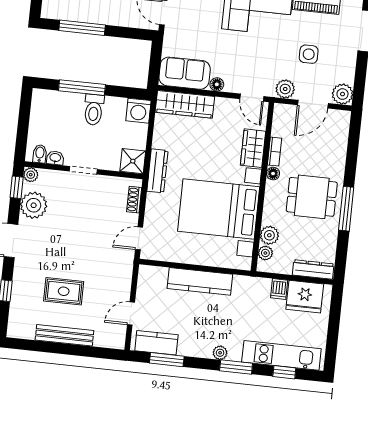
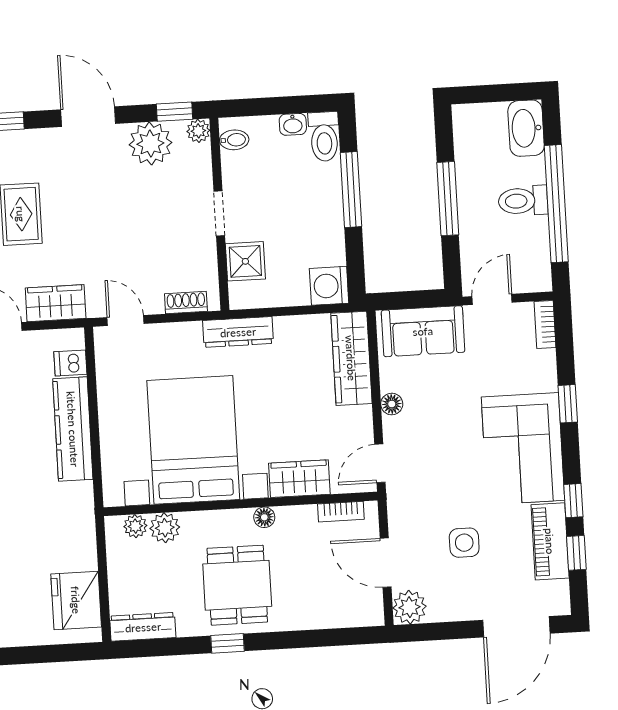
window: (82, 28) -> (448, 199), moved
sofa: (185, 73) -> (423, 331), moved, turned 90
plant: (285, 89) -> (402, 514), removed
toilet: (94, 110) -> (324, 137), moved, turned -90
bookcase: (275, 152) -> (341, 512), moved
washbasin: (55, 158) -> (293, 124), moved, turned 90
shower: (133, 161) -> (245, 261), moved
window: (346, 209) -> (227, 643), width x0.46
dresser: (313, 269) -> (143, 627), moved, turned -90
wardrobe: (121, 279) -> (56, 303), added
dishwasher: (279, 289) -> (70, 363), moved

